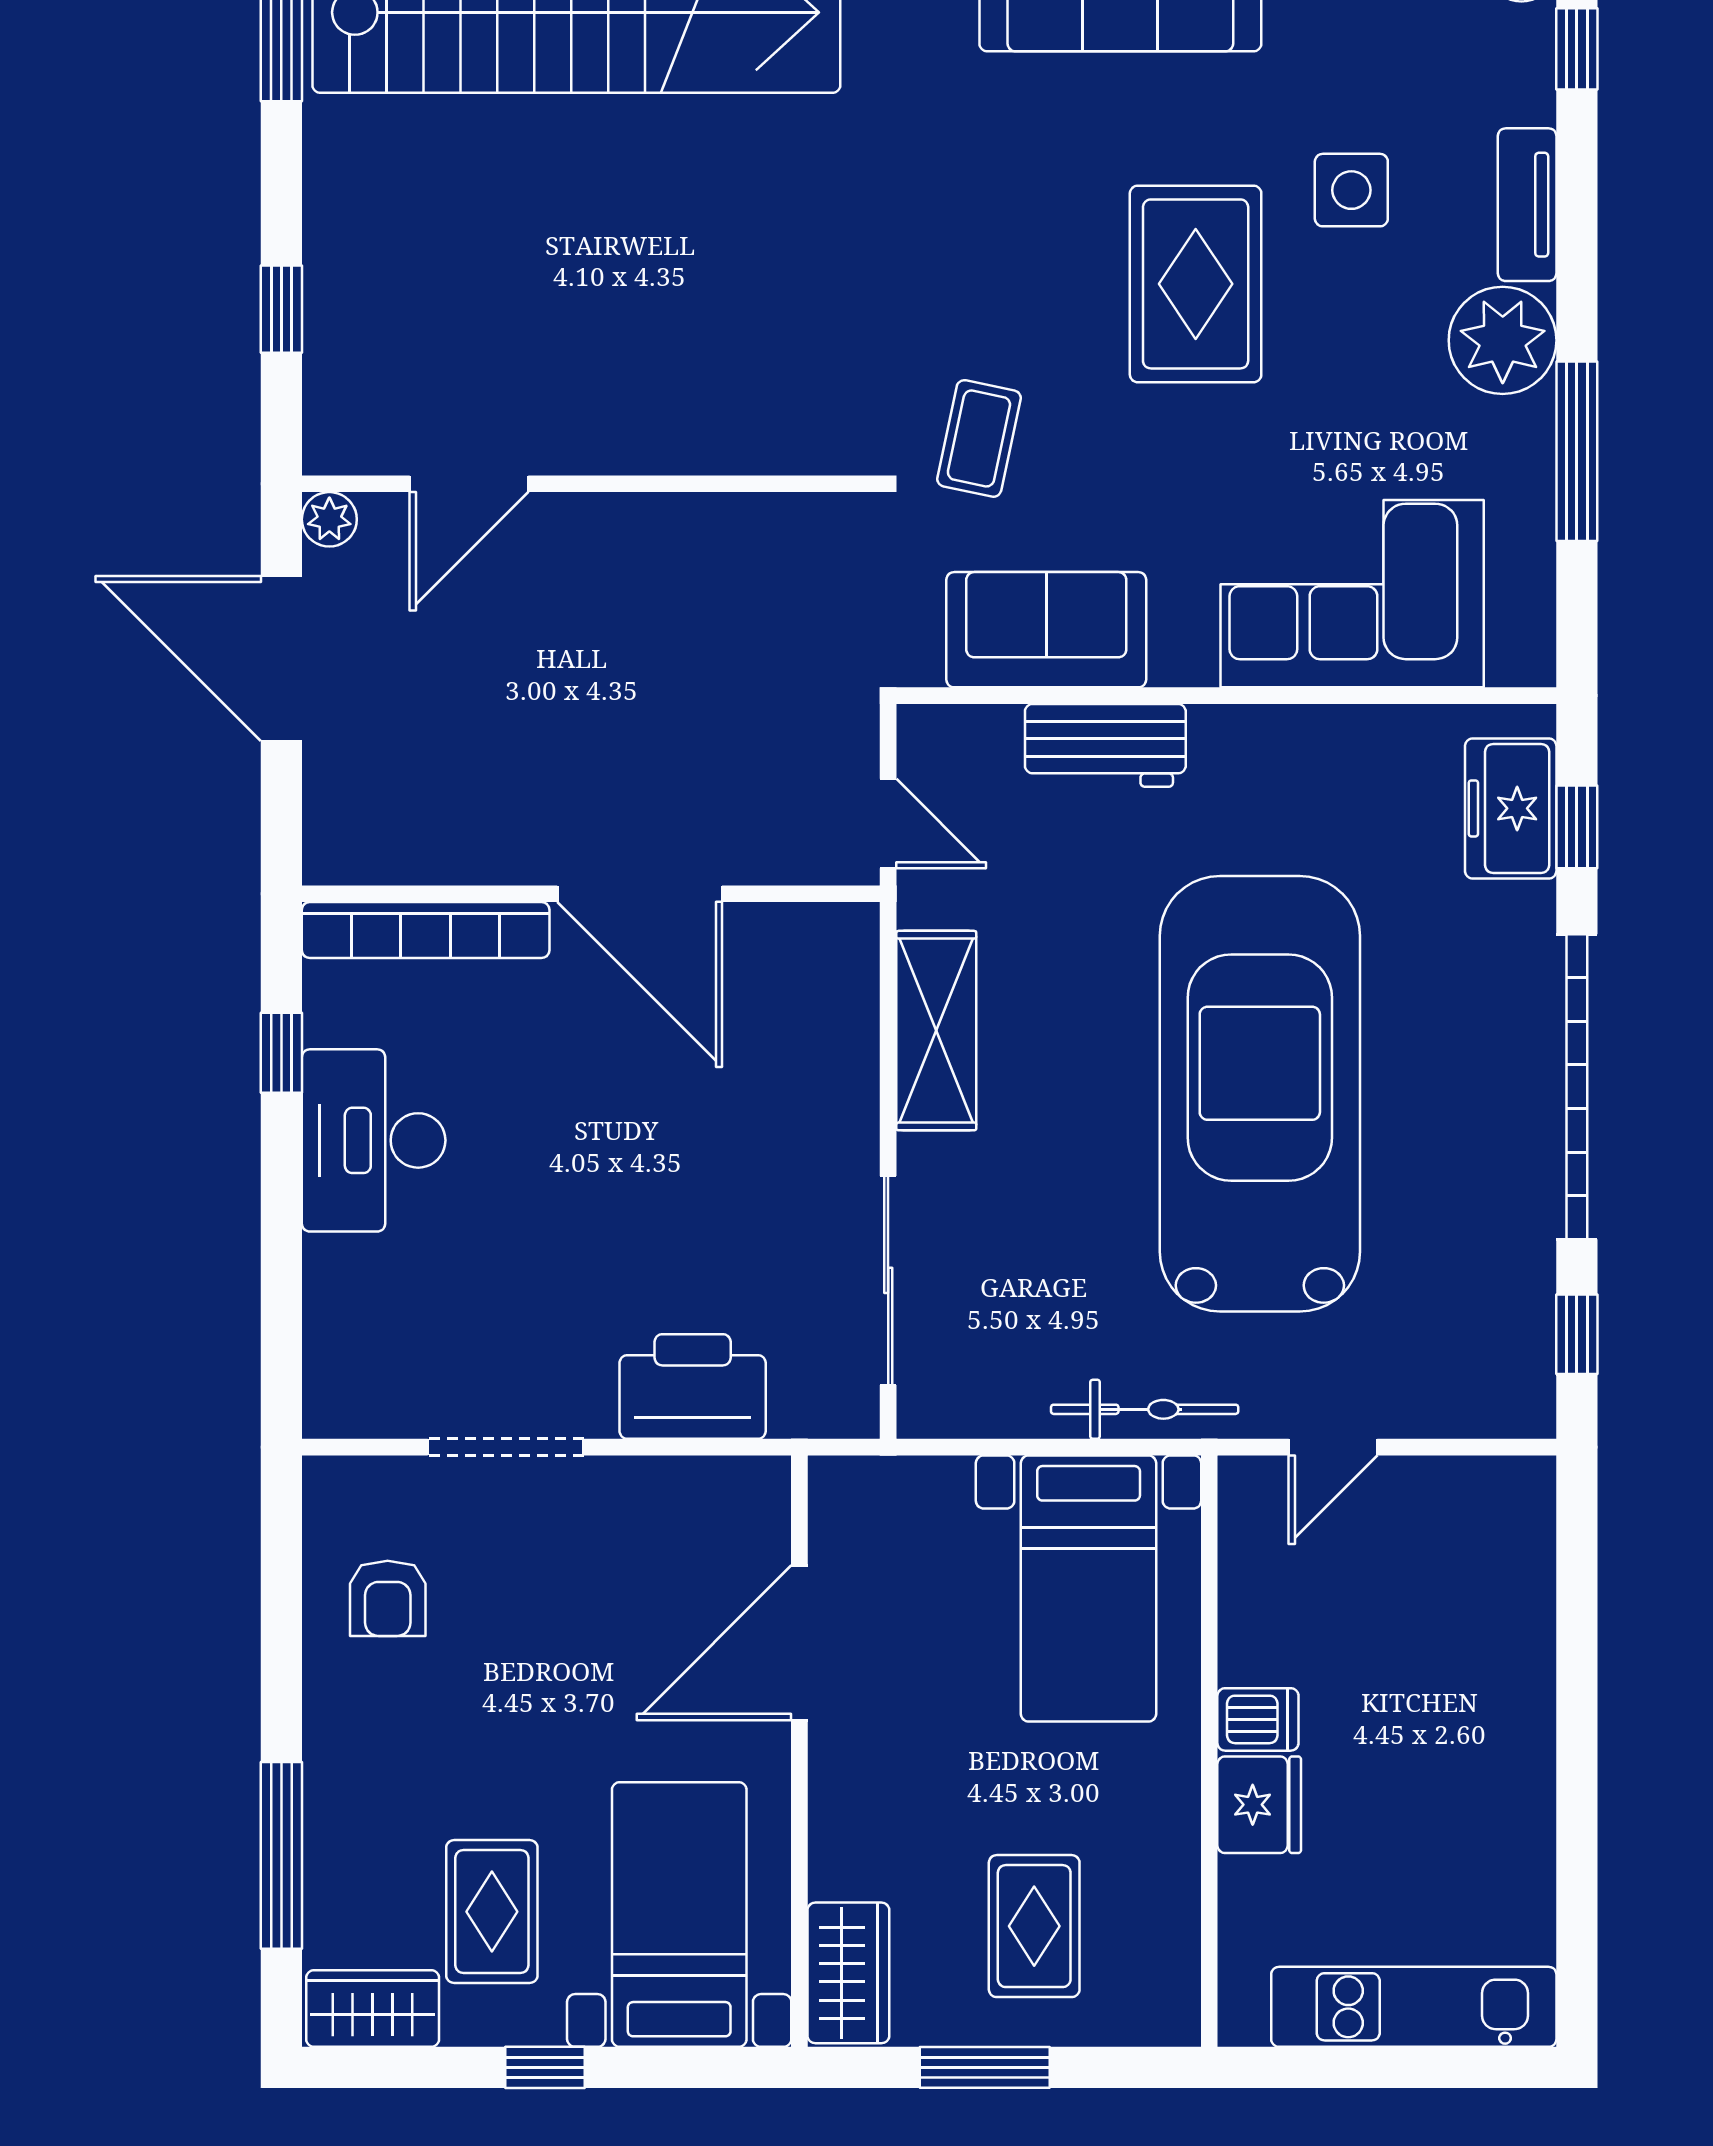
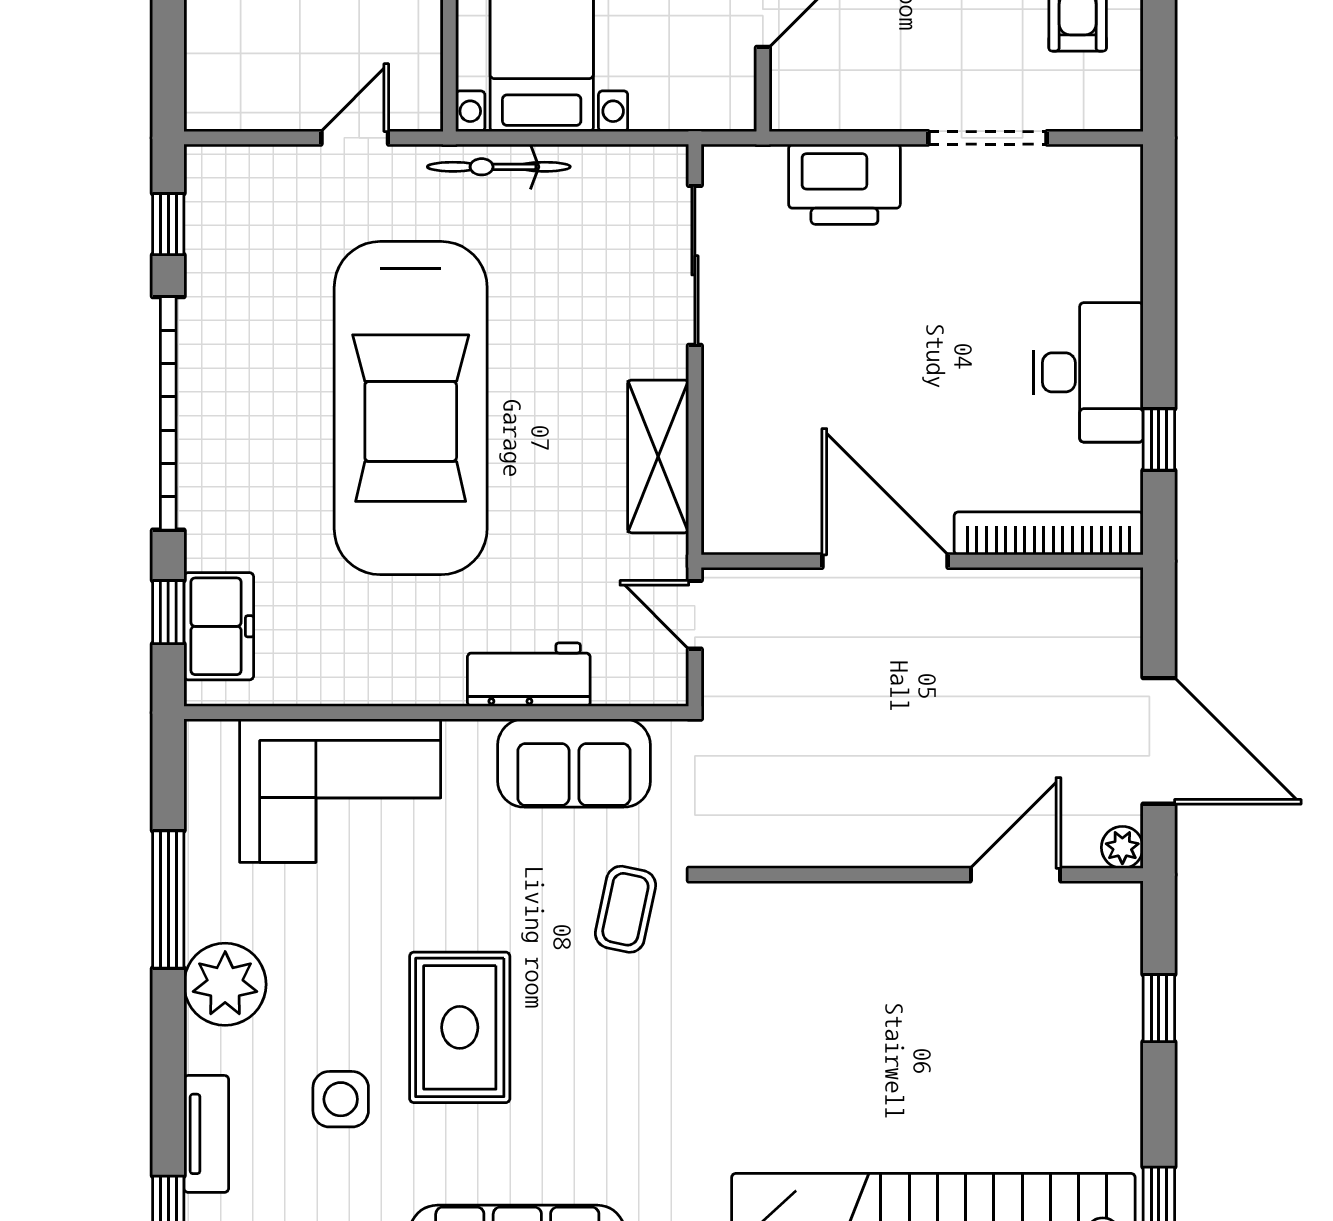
tv unit: (1527, 205) -> (206, 1134), moved

